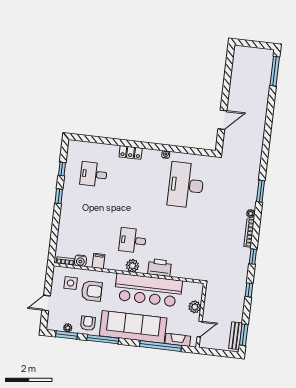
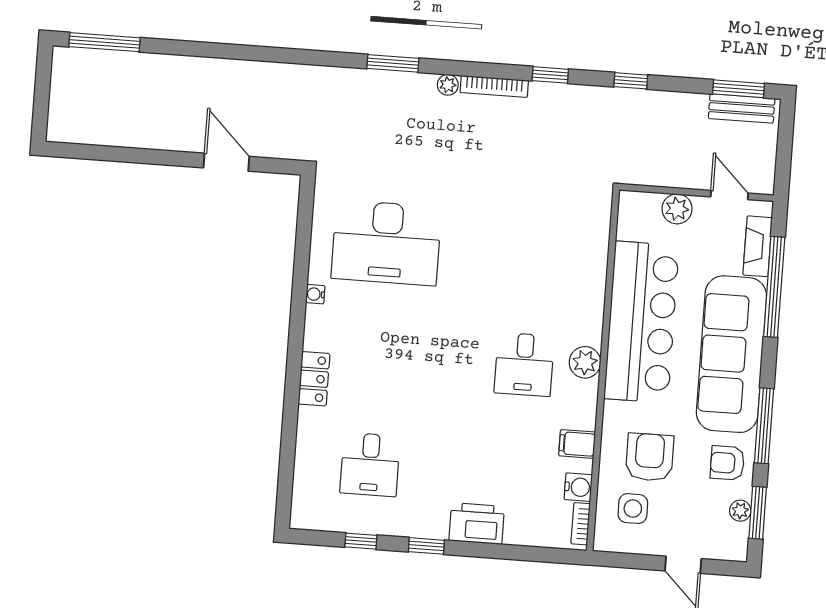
printer: (160, 268) -> (477, 524), moved, turned 90

